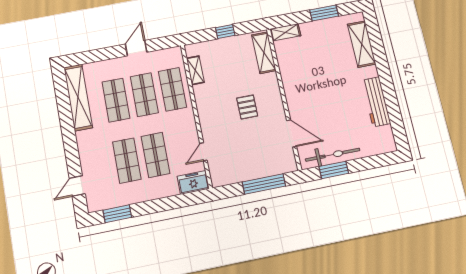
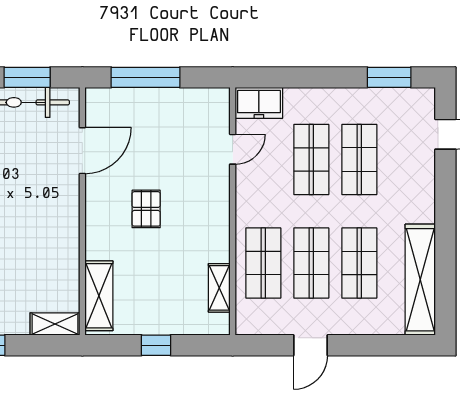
door: (292, 133) -> (82, 151), swing flipped

